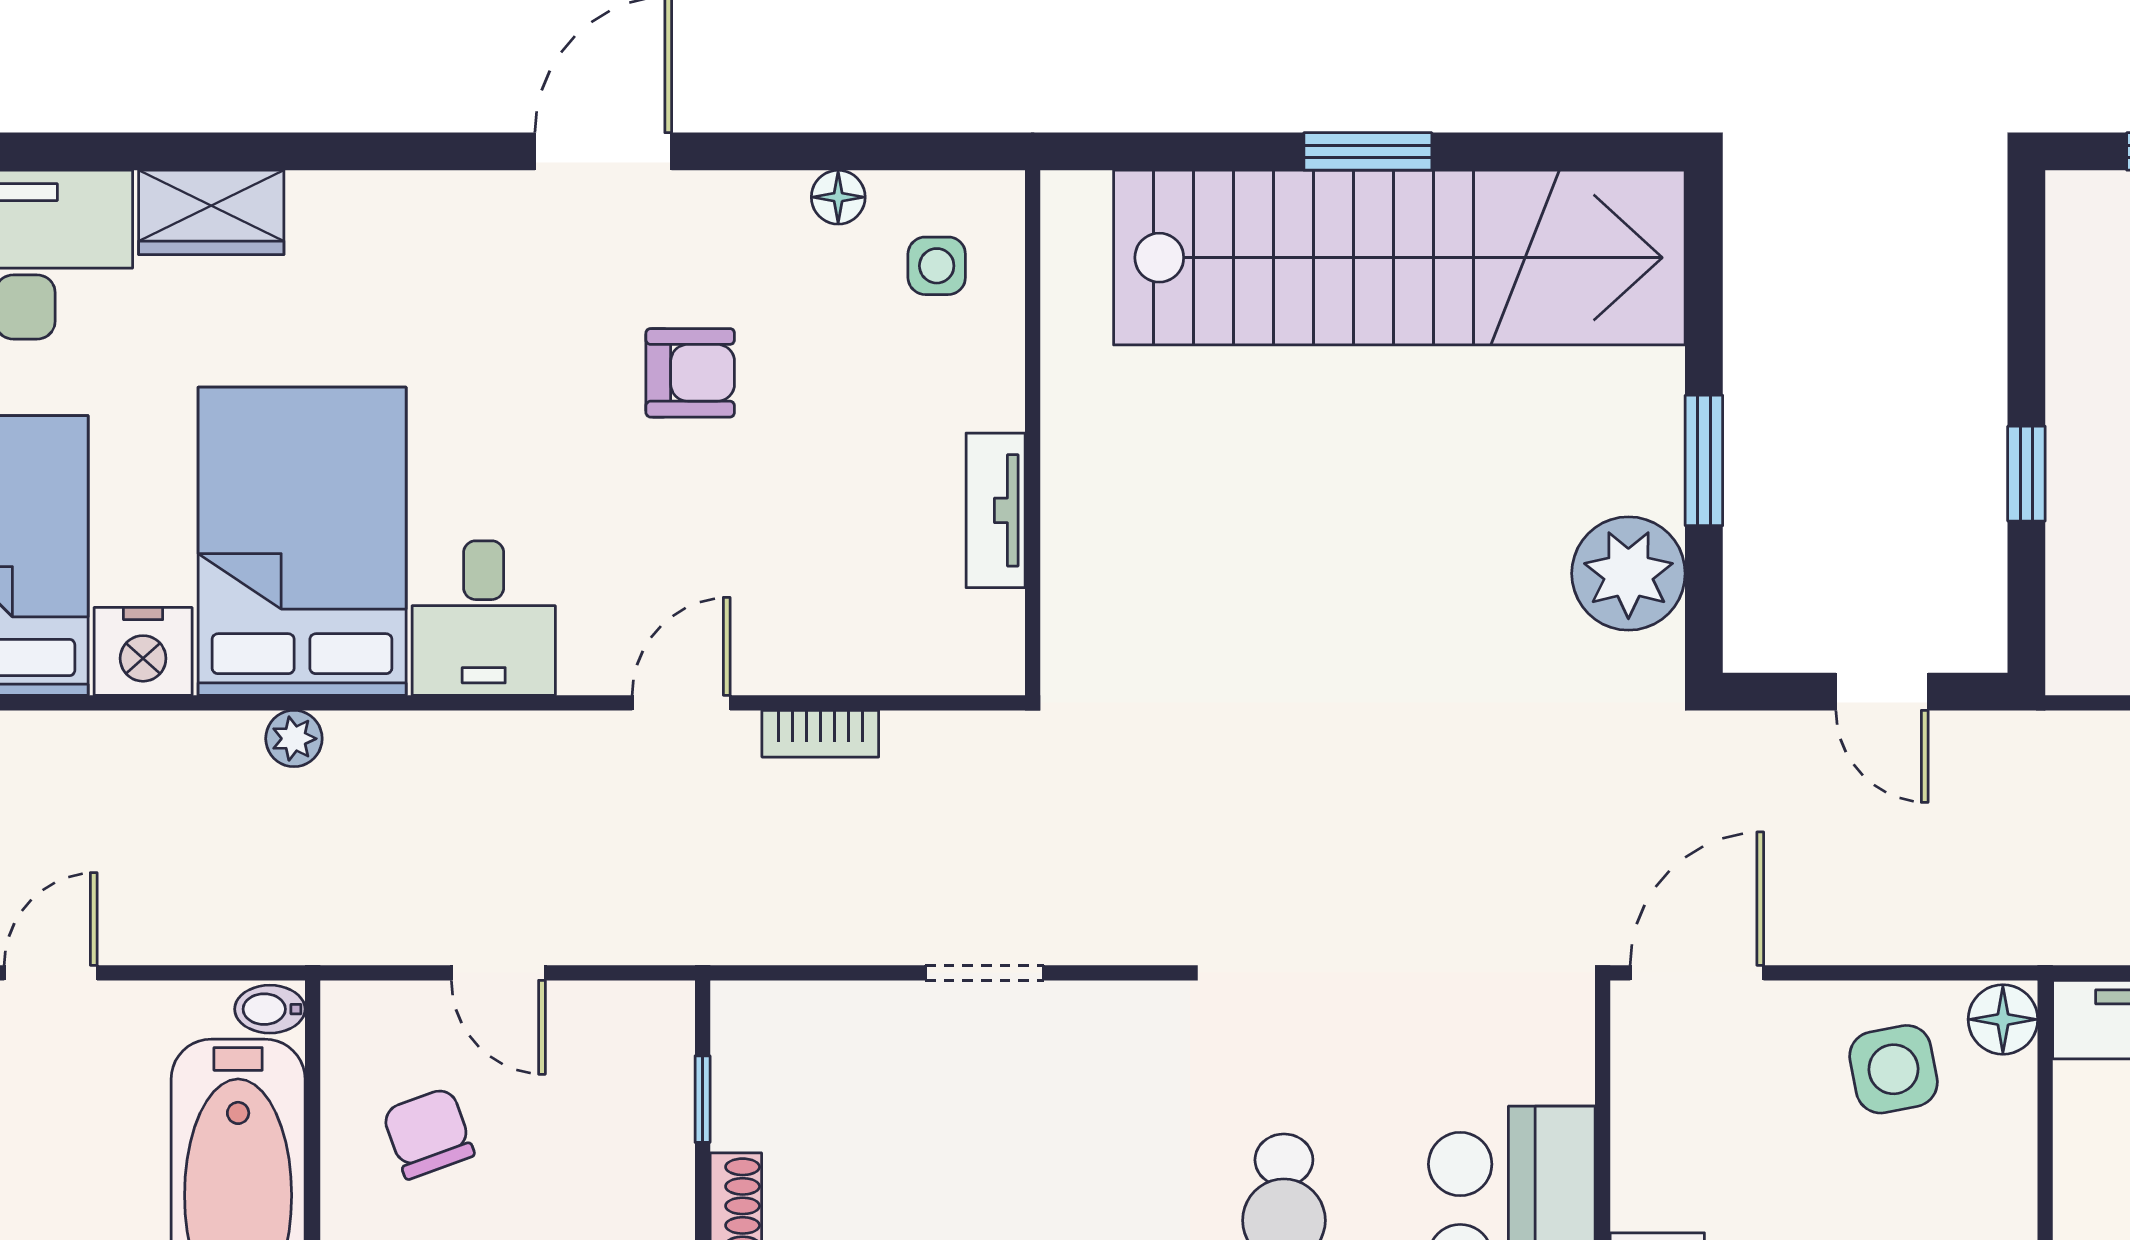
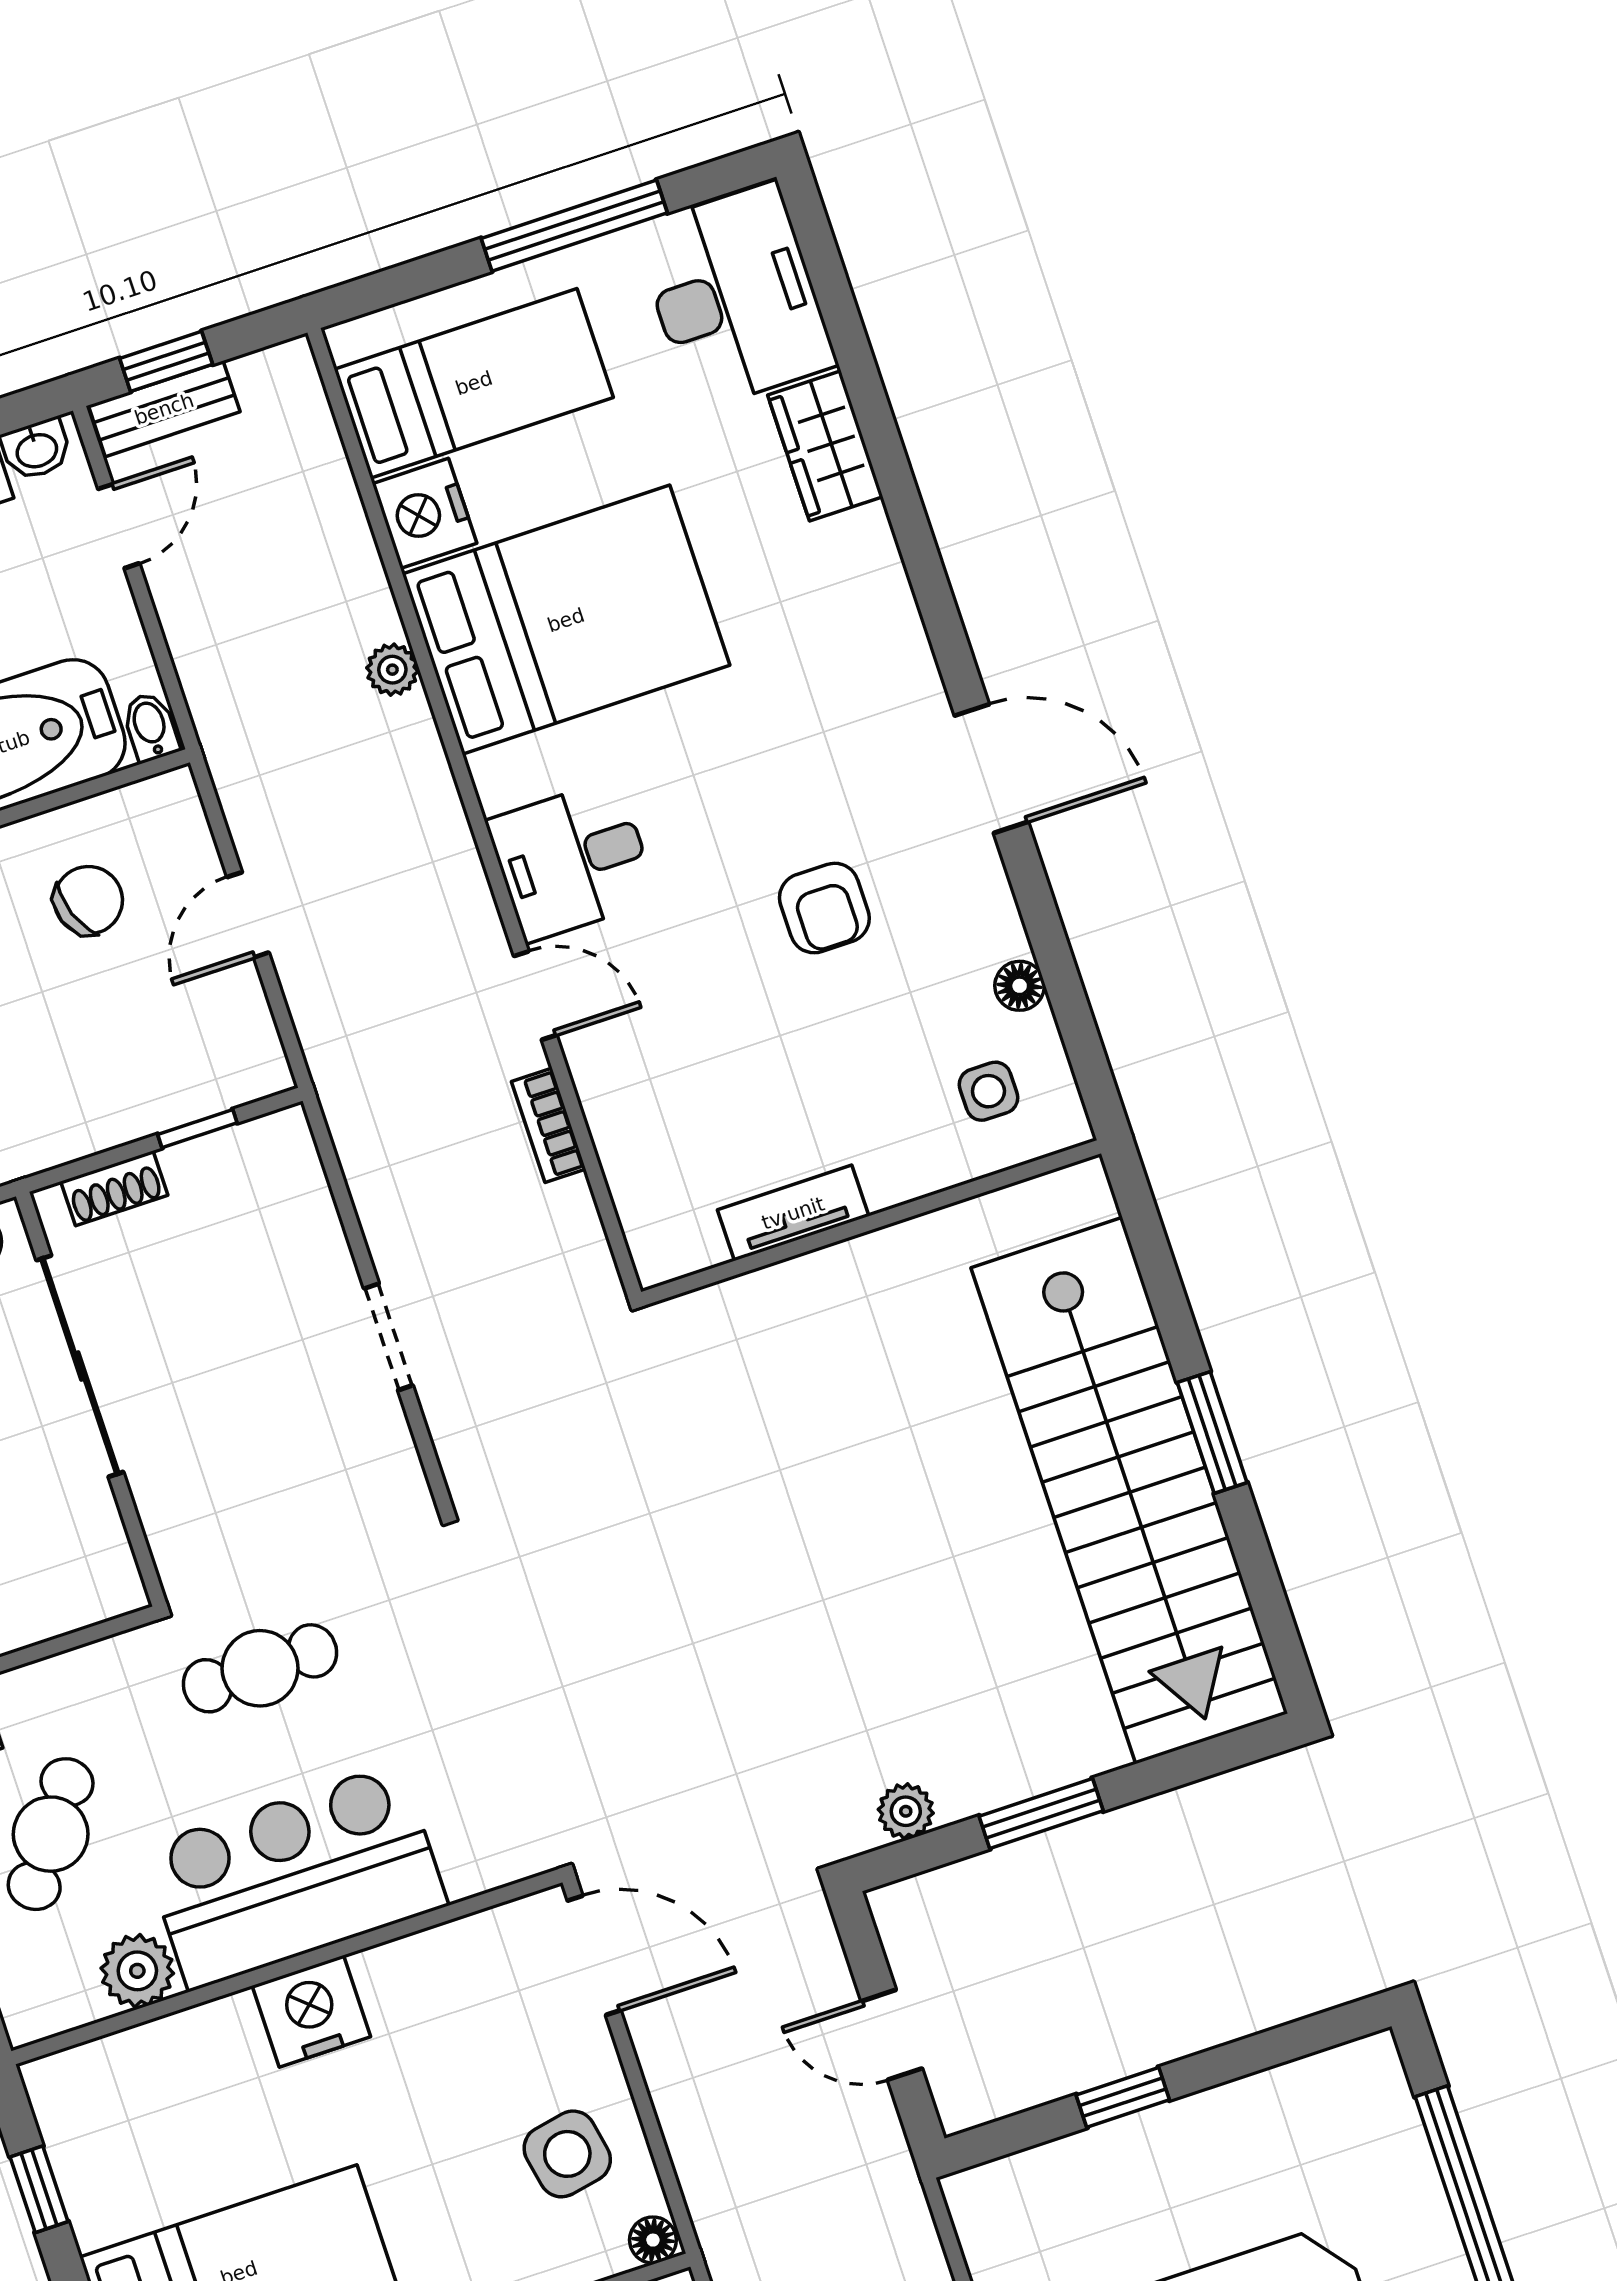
plant: (1628, 573) -> (906, 1811), width x0.53, depth x0.53
desk: (484, 618) -> (572, 860), moved
door: (1882, 692) -> (892, 2035), hinge flipped
door: (51, 973) -> (119, 526), hinge flipped
floor lamp: (2003, 1019) -> (653, 2240), width x0.73, depth x0.73

